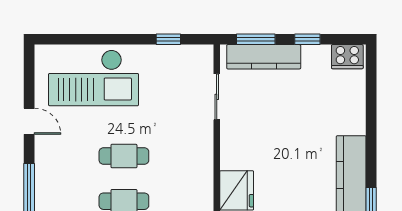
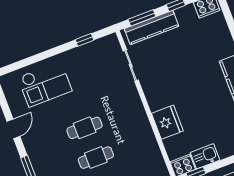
checkout: (94, 78) -> (45, 84), width x0.73, depth x0.83
door: (29, 121) -> (13, 129), hinge flipped

